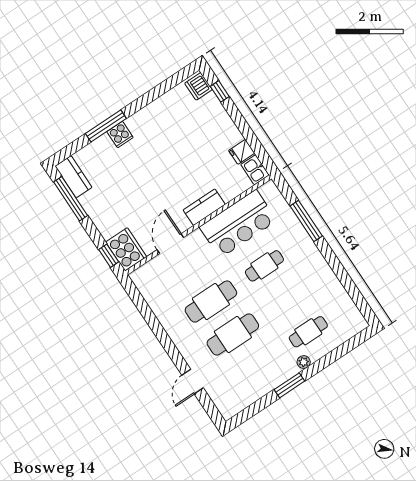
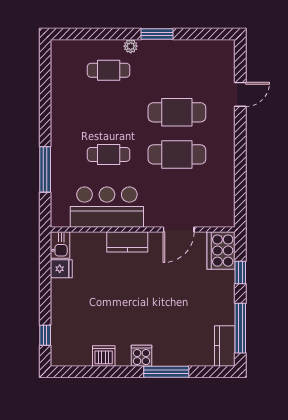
dishwasher: (199, 86) -> (104, 356), moved, turned -90
cooker: (120, 135) -> (141, 356), moved
window: (109, 256) -> (240, 273), moved

